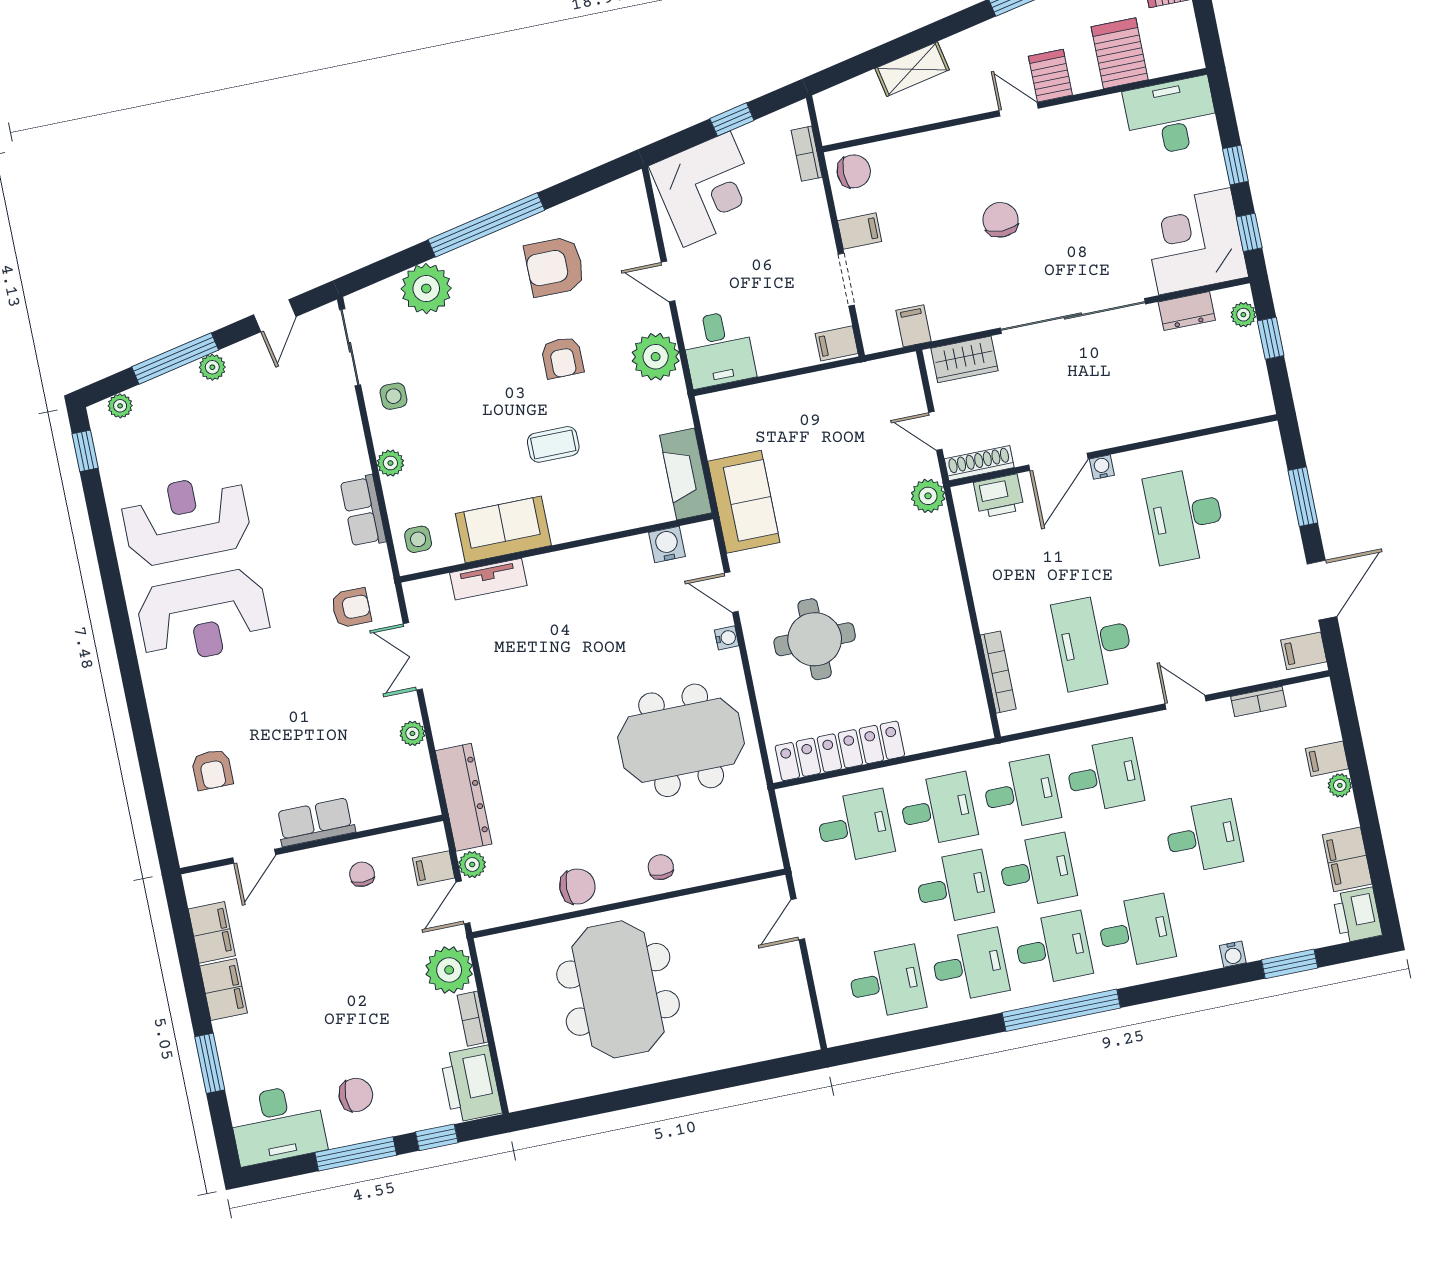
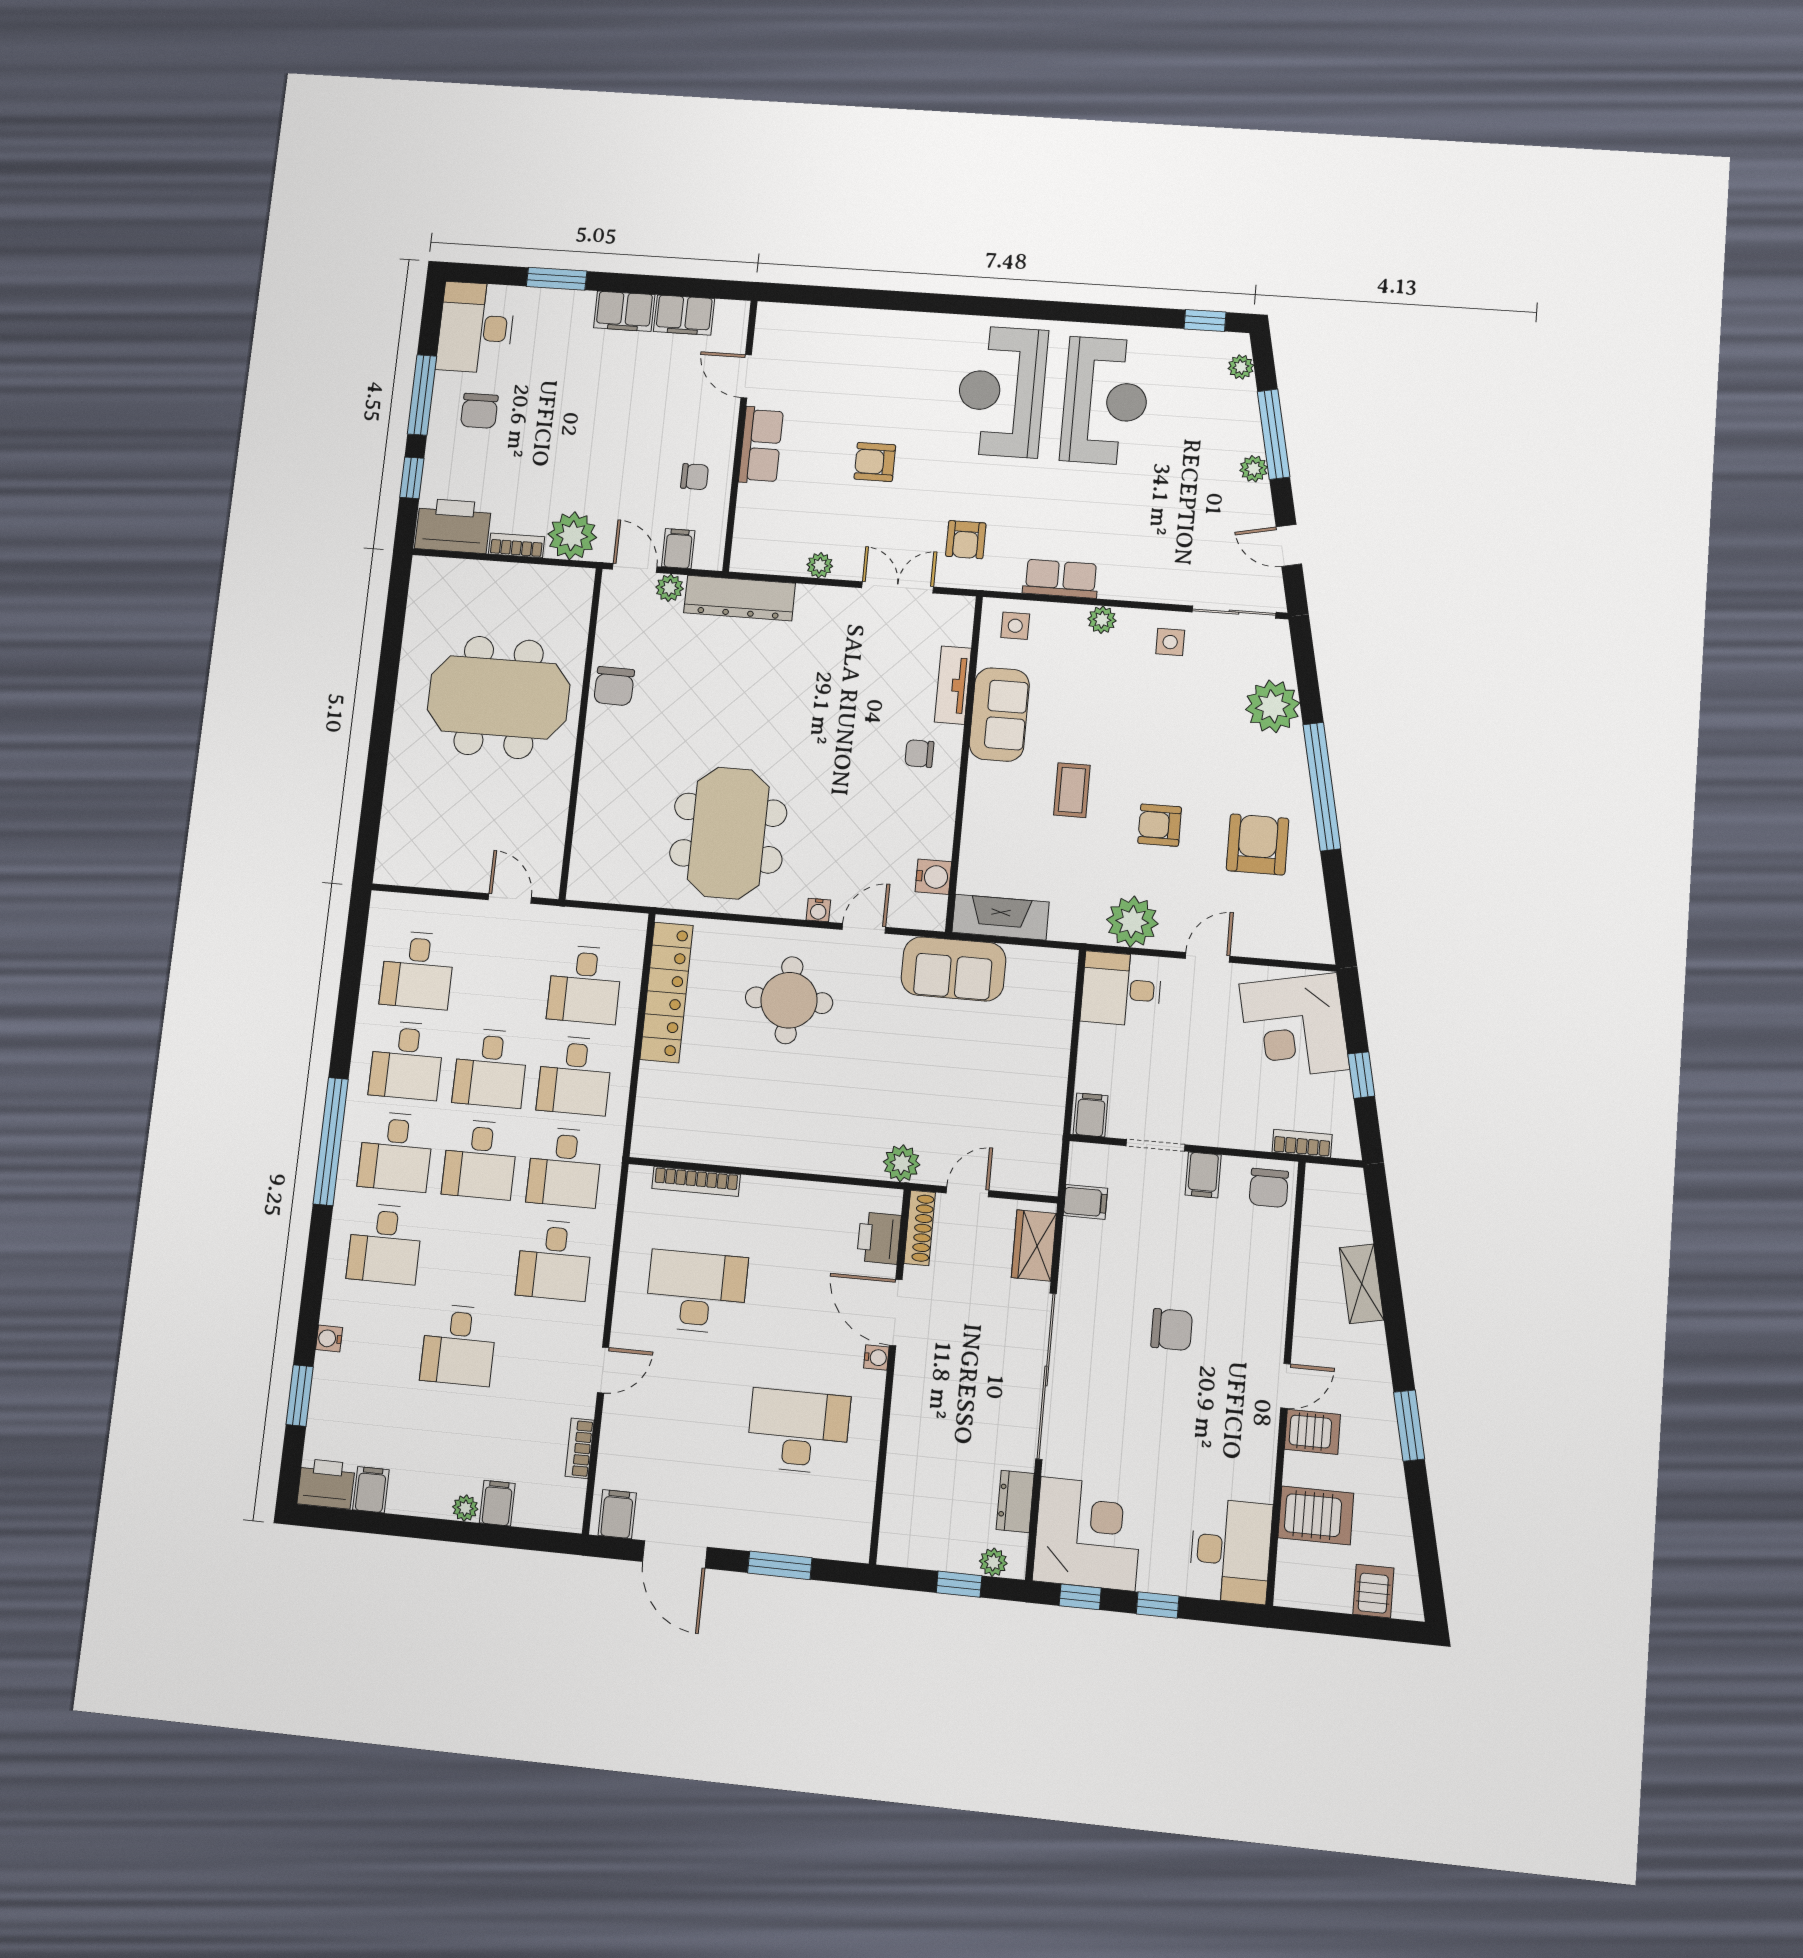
armchair: (212, 770) -> (875, 462), moved
filing cabinet: (1347, 859) -> (371, 1490), width x0.50
chair: (661, 867) -> (919, 754), moved, turned 180

